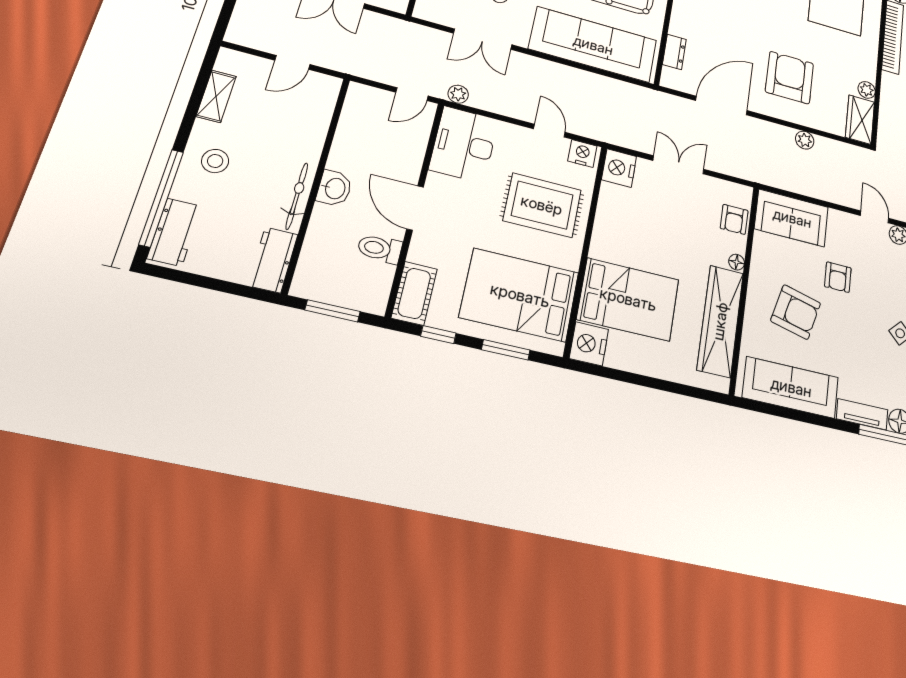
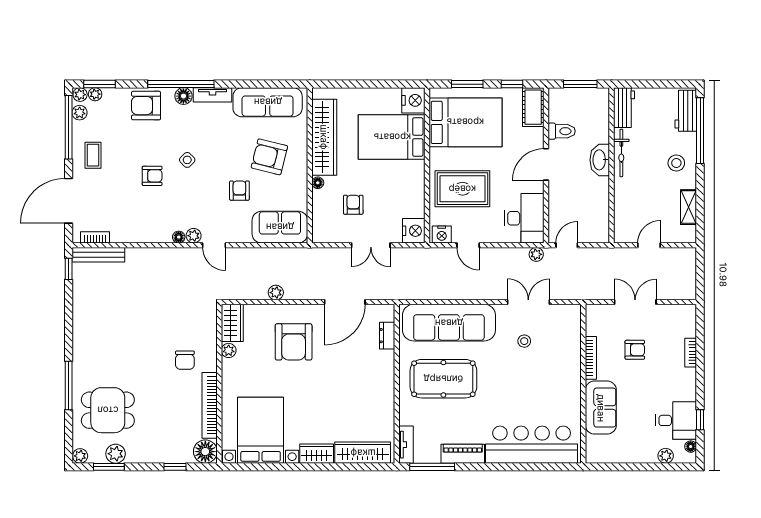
washbasin: (334, 188) -> (600, 160), width x1.38
door: (415, 208) -> (546, 164), swing flipped
armchair: (734, 219) -> (353, 205), moved

